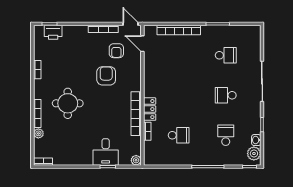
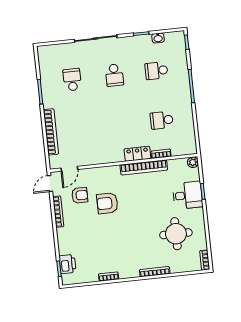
round table: (68, 103) -> (176, 234), moved
plant: (38, 133) -> (176, 268), removed
school desk: (179, 135) -> (162, 120), turned -90
plant: (254, 154) -> (172, 39), removed

